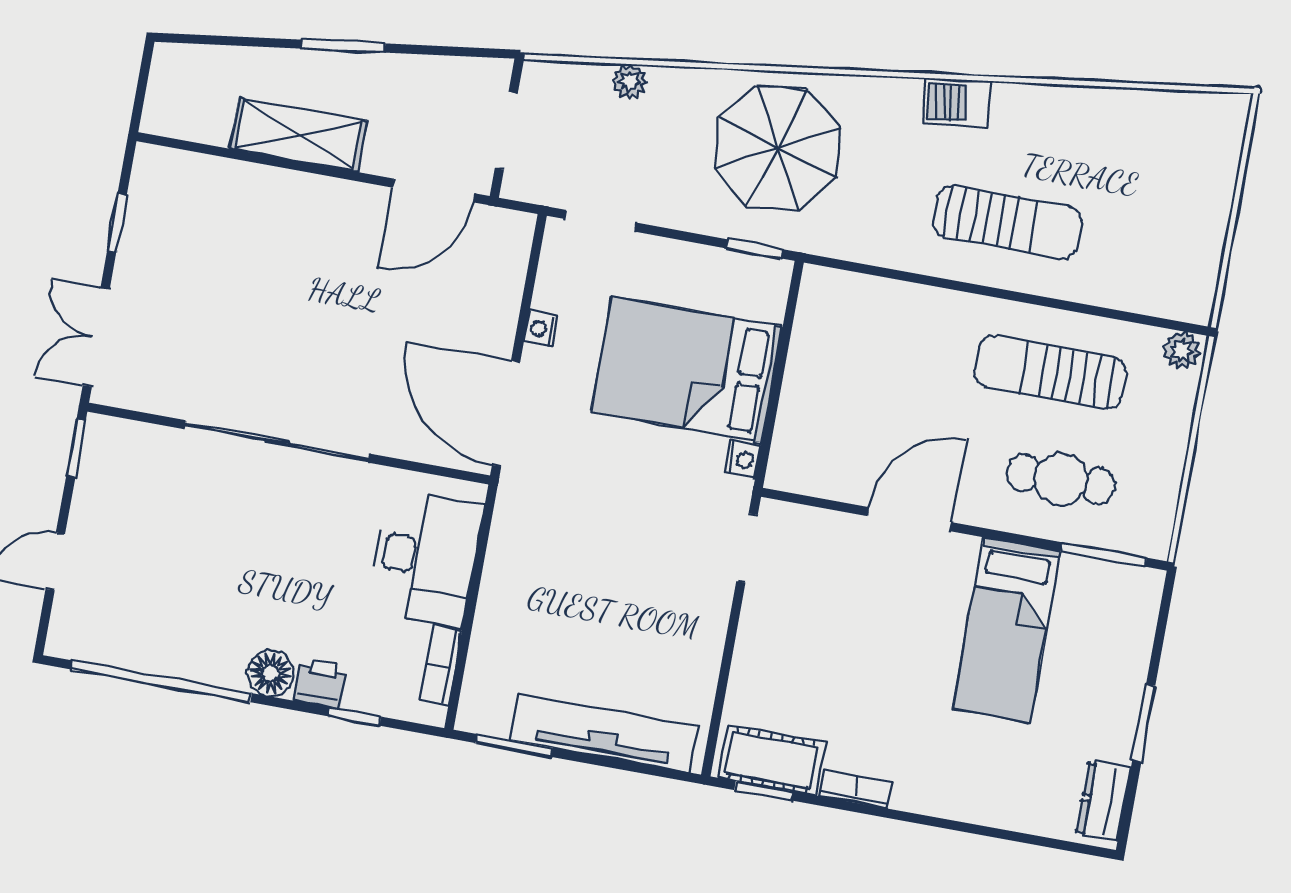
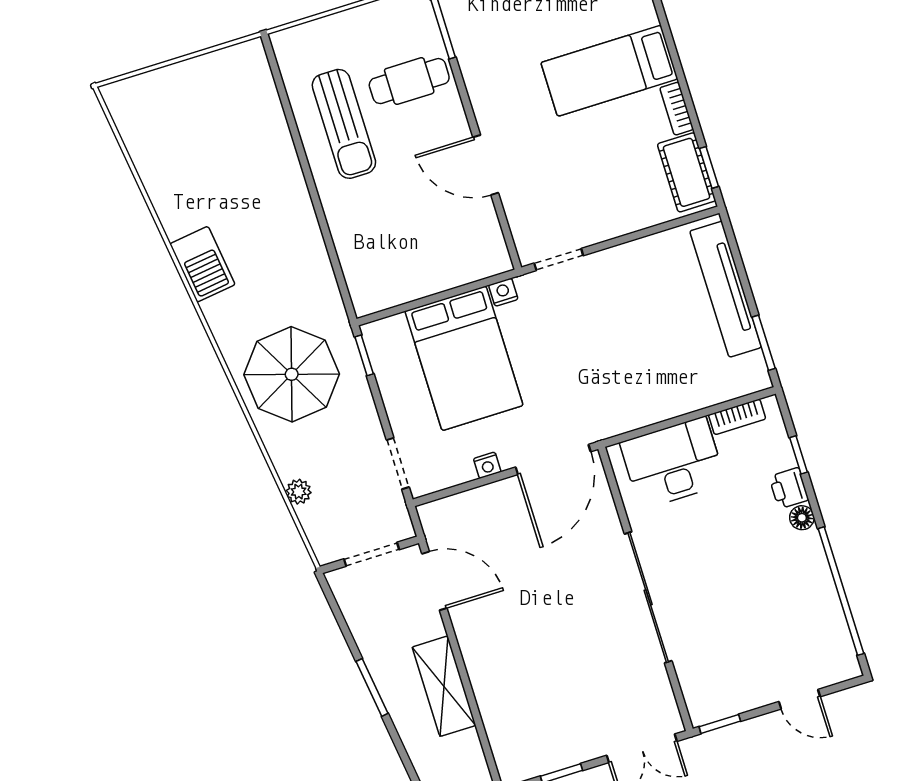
barbecue: (957, 103) -> (202, 264), width x1.38, depth x1.27
sun lounger: (1007, 222) -> (262, 202), removed
plant: (1182, 350) -> (286, 47), removed
cafe table: (1061, 479) -> (409, 81), turned 90
bed: (1007, 630) -> (609, 71), moved, turned 180
floor lamp: (271, 673) -> (802, 518), width x0.73, depth x0.73

